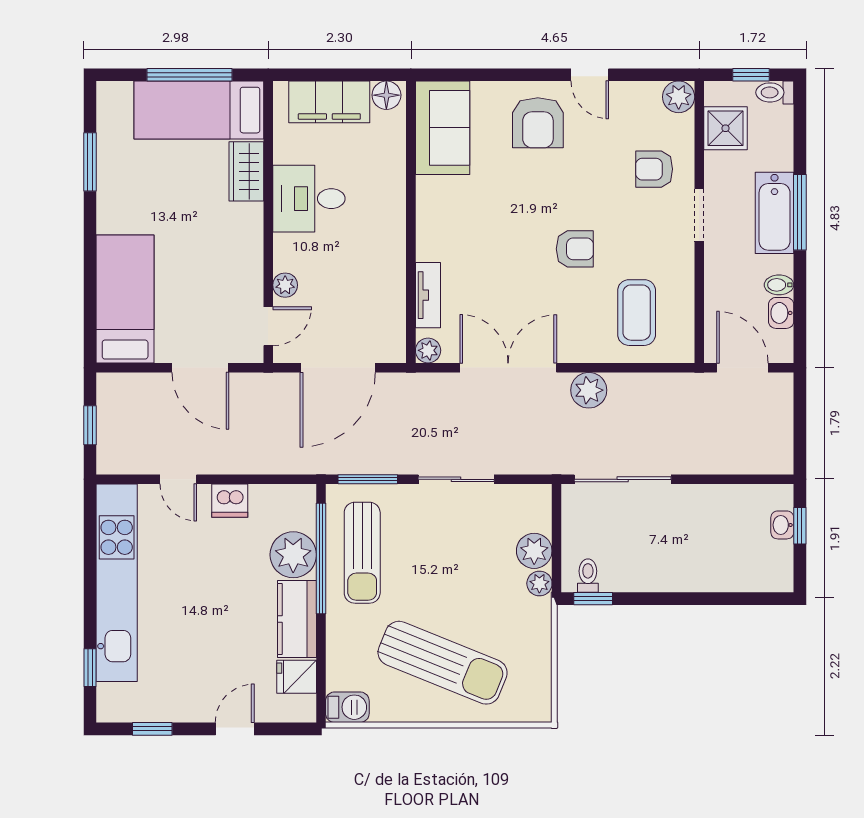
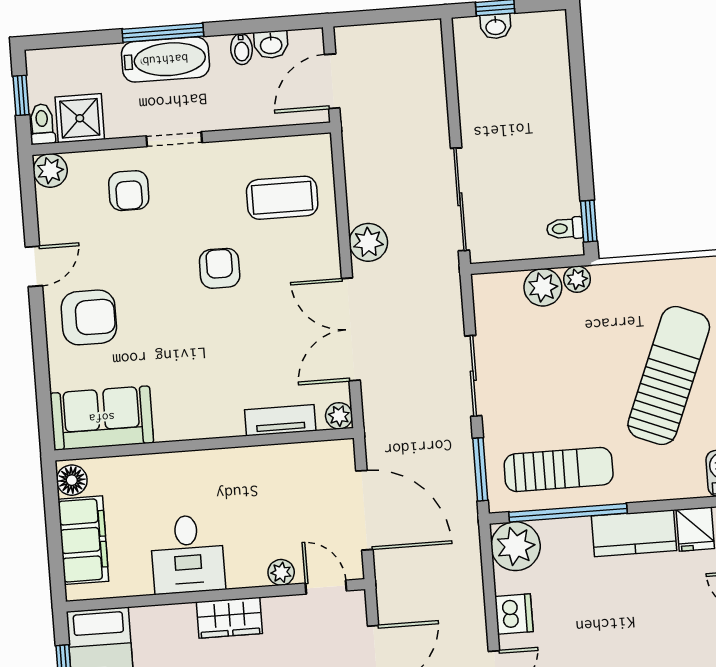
toilet: (775, 92) -> (42, 124), moved, turned 180
wardrobe: (246, 171) -> (229, 618), moved
plant: (293, 555) -> (516, 546), moved

